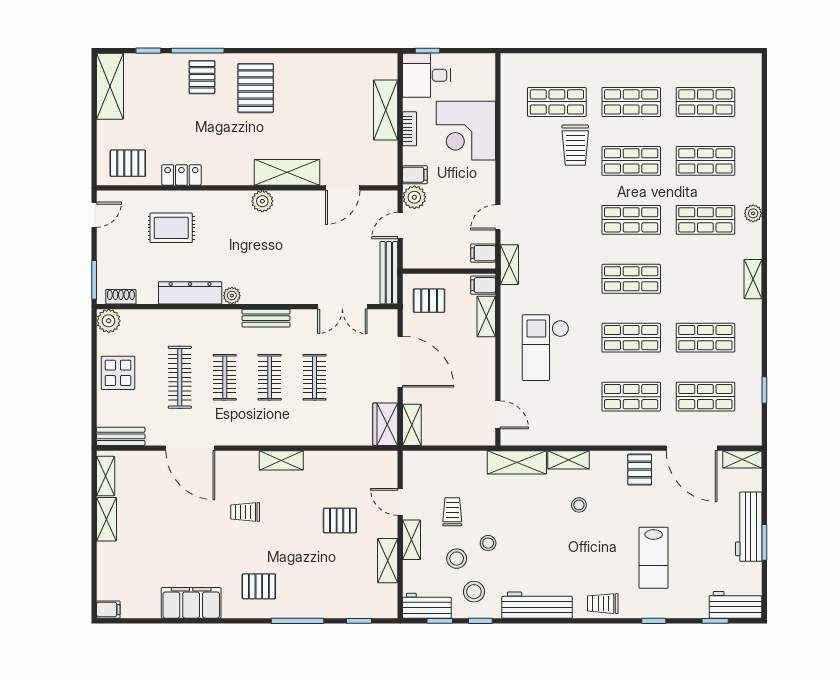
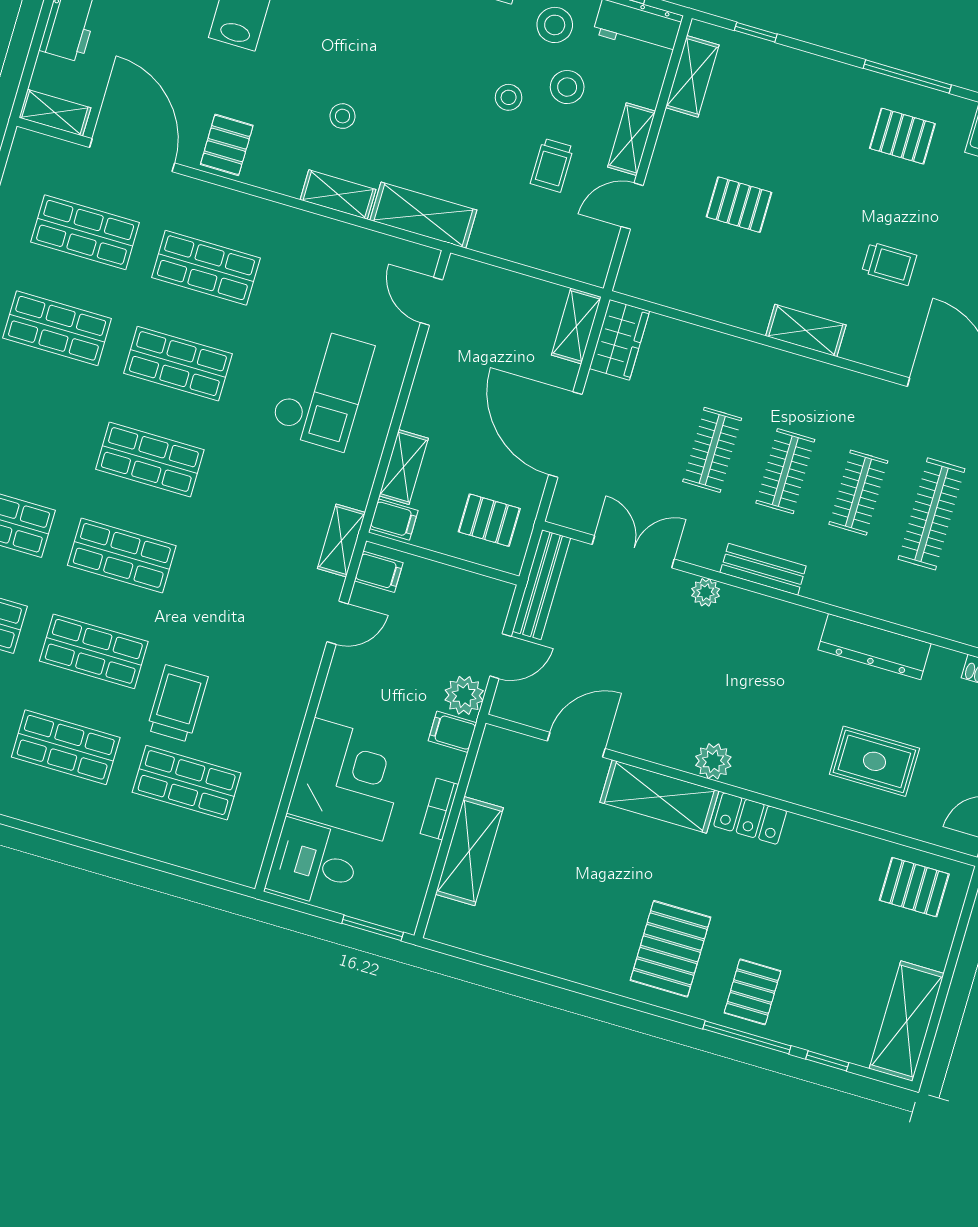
window: (428, 51) -> (373, 928), width x1.50
desk: (427, 75) -> (314, 863), moved, turned 180
locker: (181, 175) -> (750, 818), moved
plant: (232, 296) -> (706, 592), moved
door: (400, 502) -> (632, 206), swing flipped
shelving: (388, 561) -> (692, 76), moved
window: (298, 621) -> (907, 77), moved

